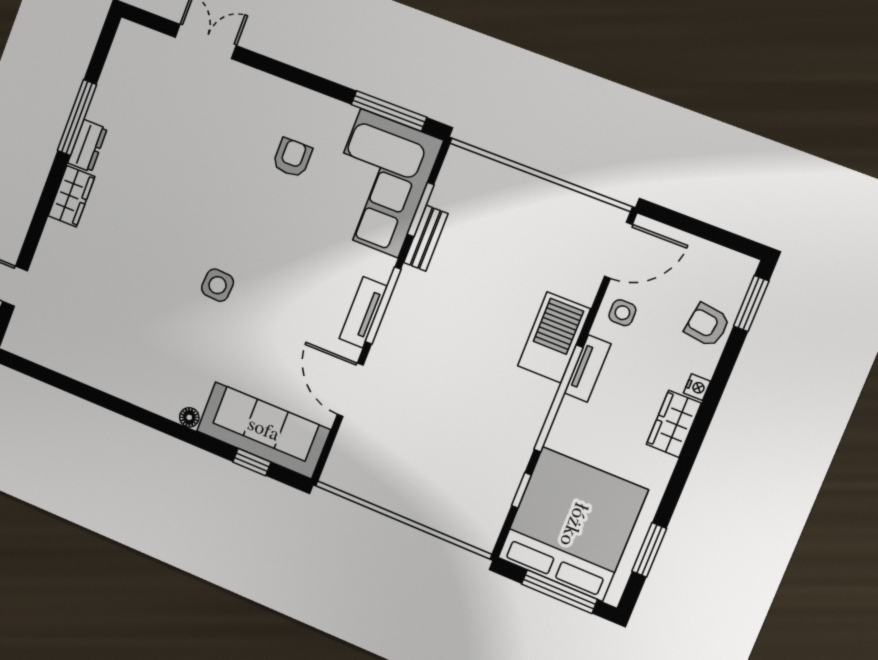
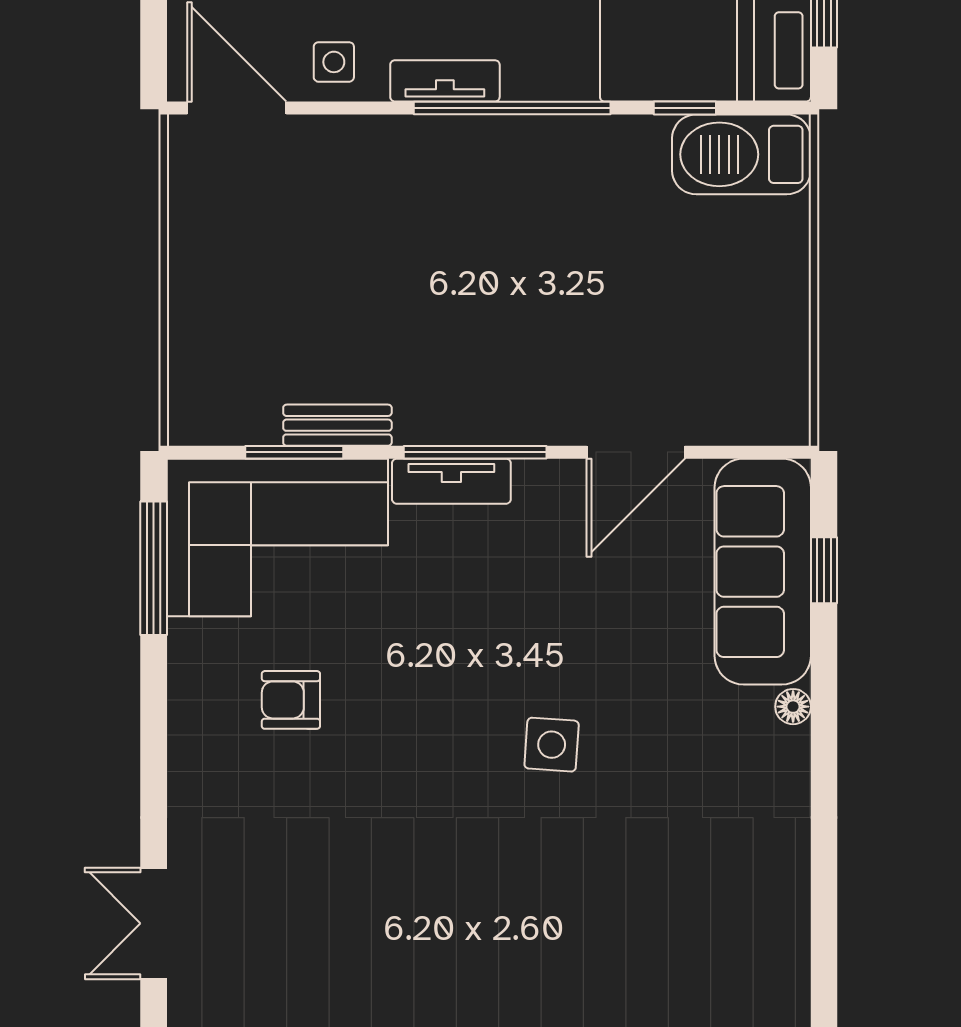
tv unit: (363, 312) -> (451, 481), moved
barbecue: (554, 337) -> (741, 154), moved

